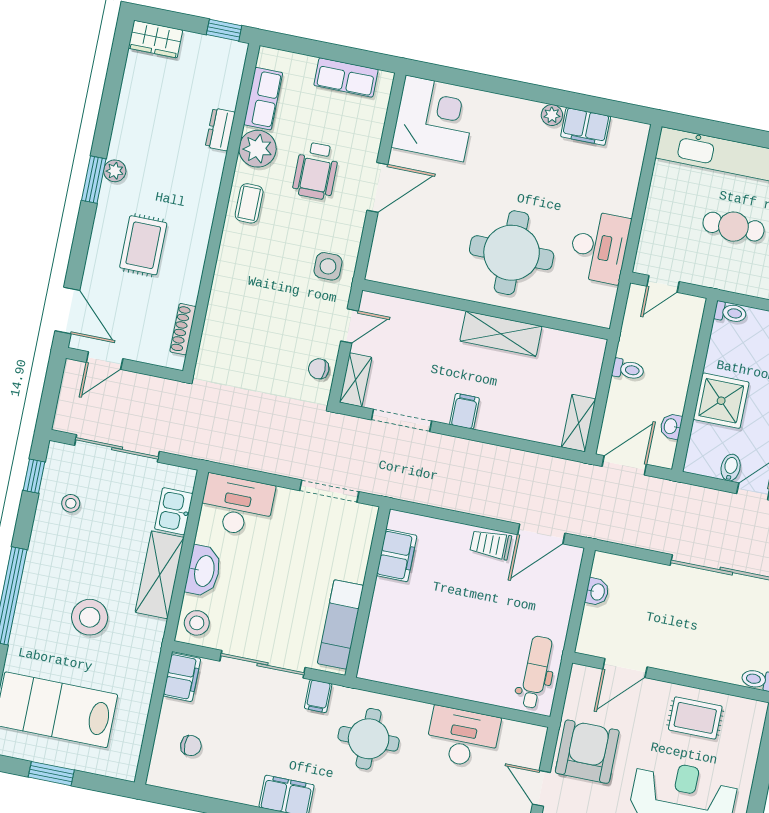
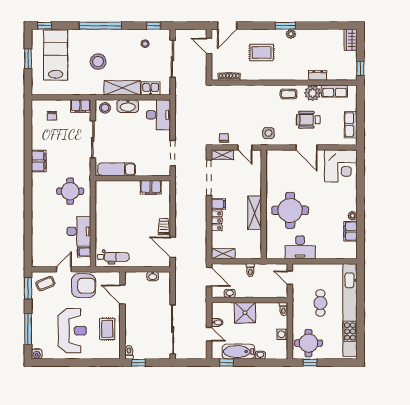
doorway: (401, 420) -> (209, 178), width x1.36
locker: (502, 423) -> (217, 221), added
filing cabinet: (318, 696) -> (84, 252), moved

